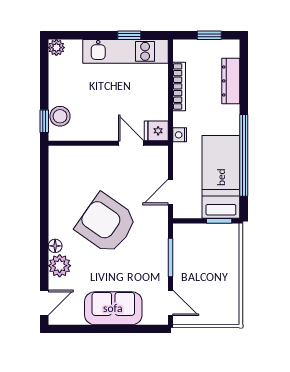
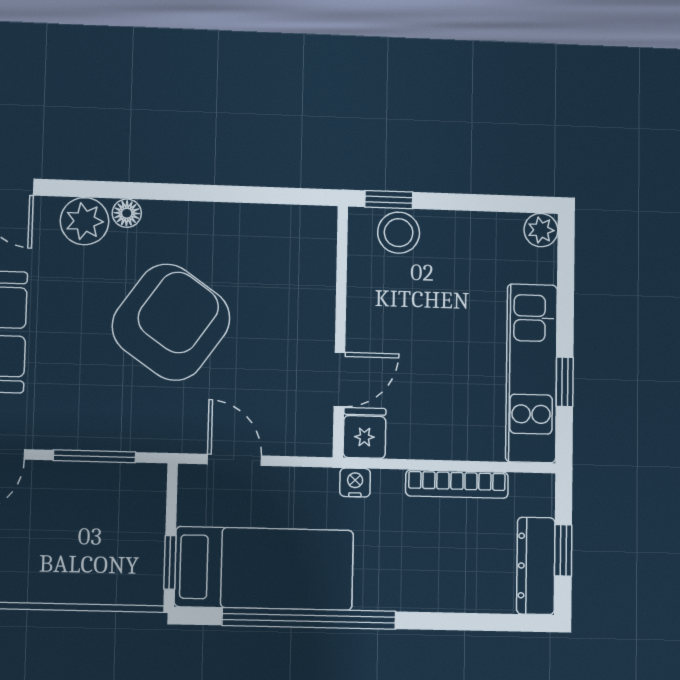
dresser: (231, 81) -> (536, 566), moved, turned -90

